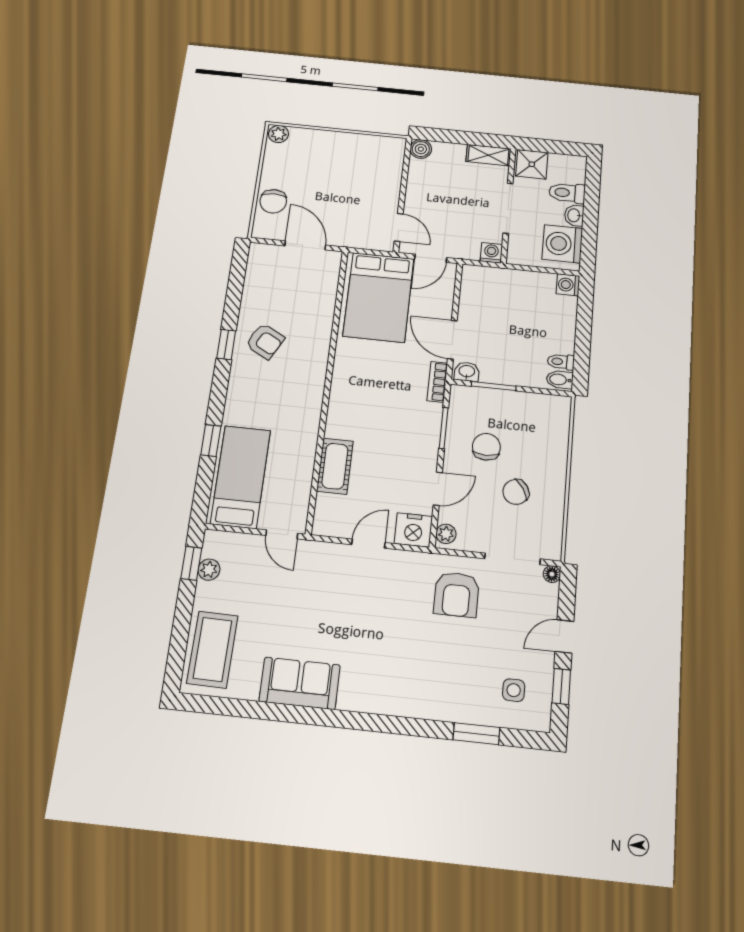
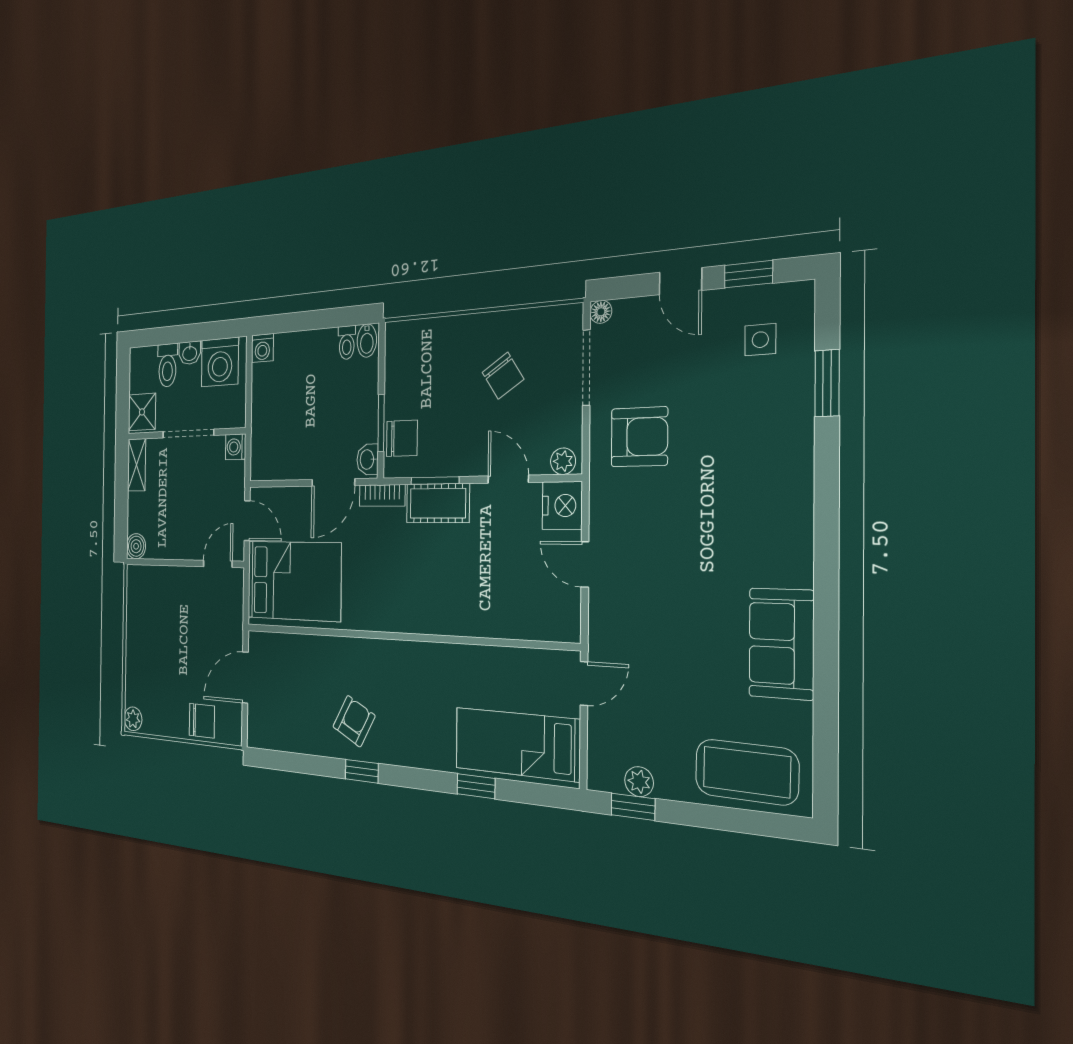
chair: (486, 447) -> (402, 438), moved, turned 180
cot: (335, 466) -> (438, 503), moved

